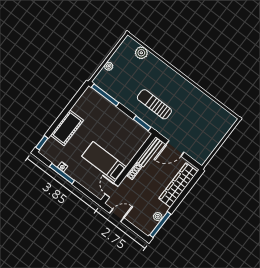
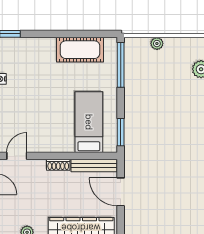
sun lounger: (154, 104) -> (153, 130), removed
cot: (67, 128) -> (80, 50), moved
bed: (104, 162) -> (89, 122), moved

